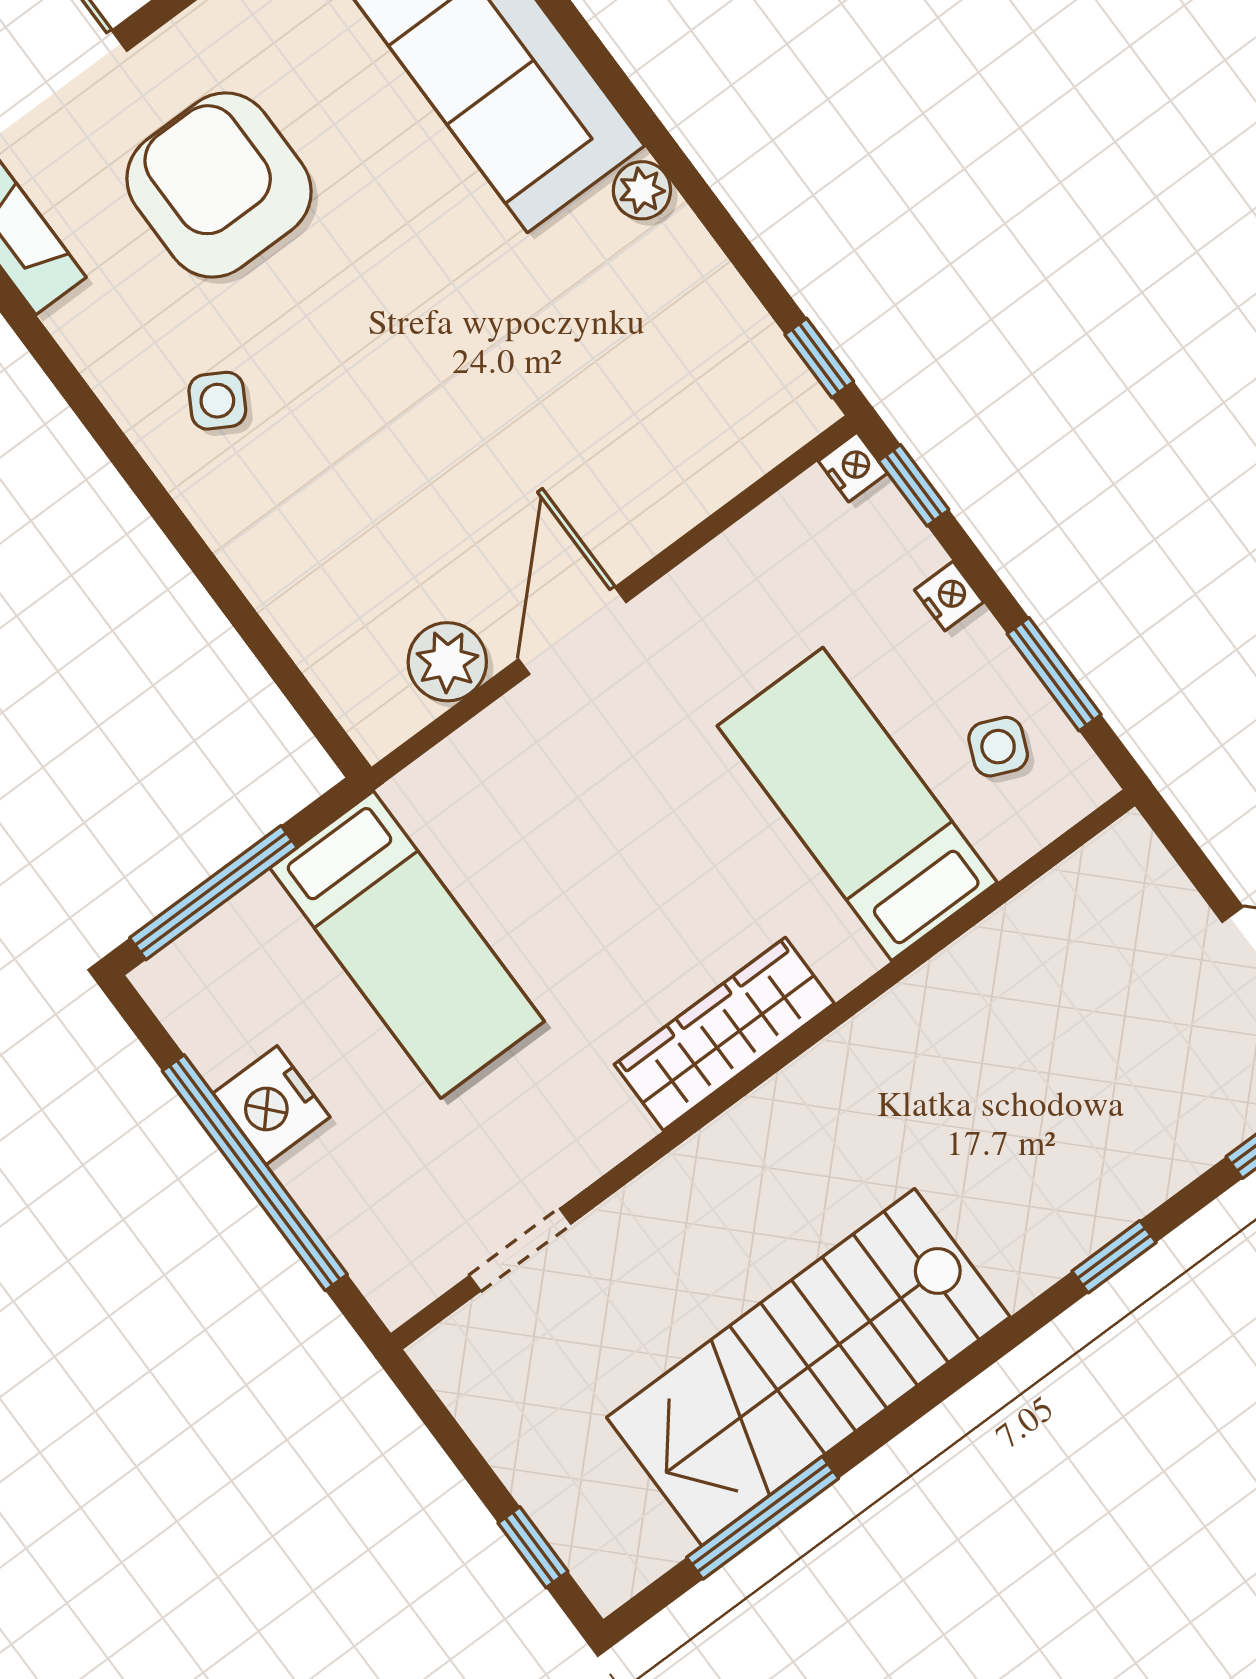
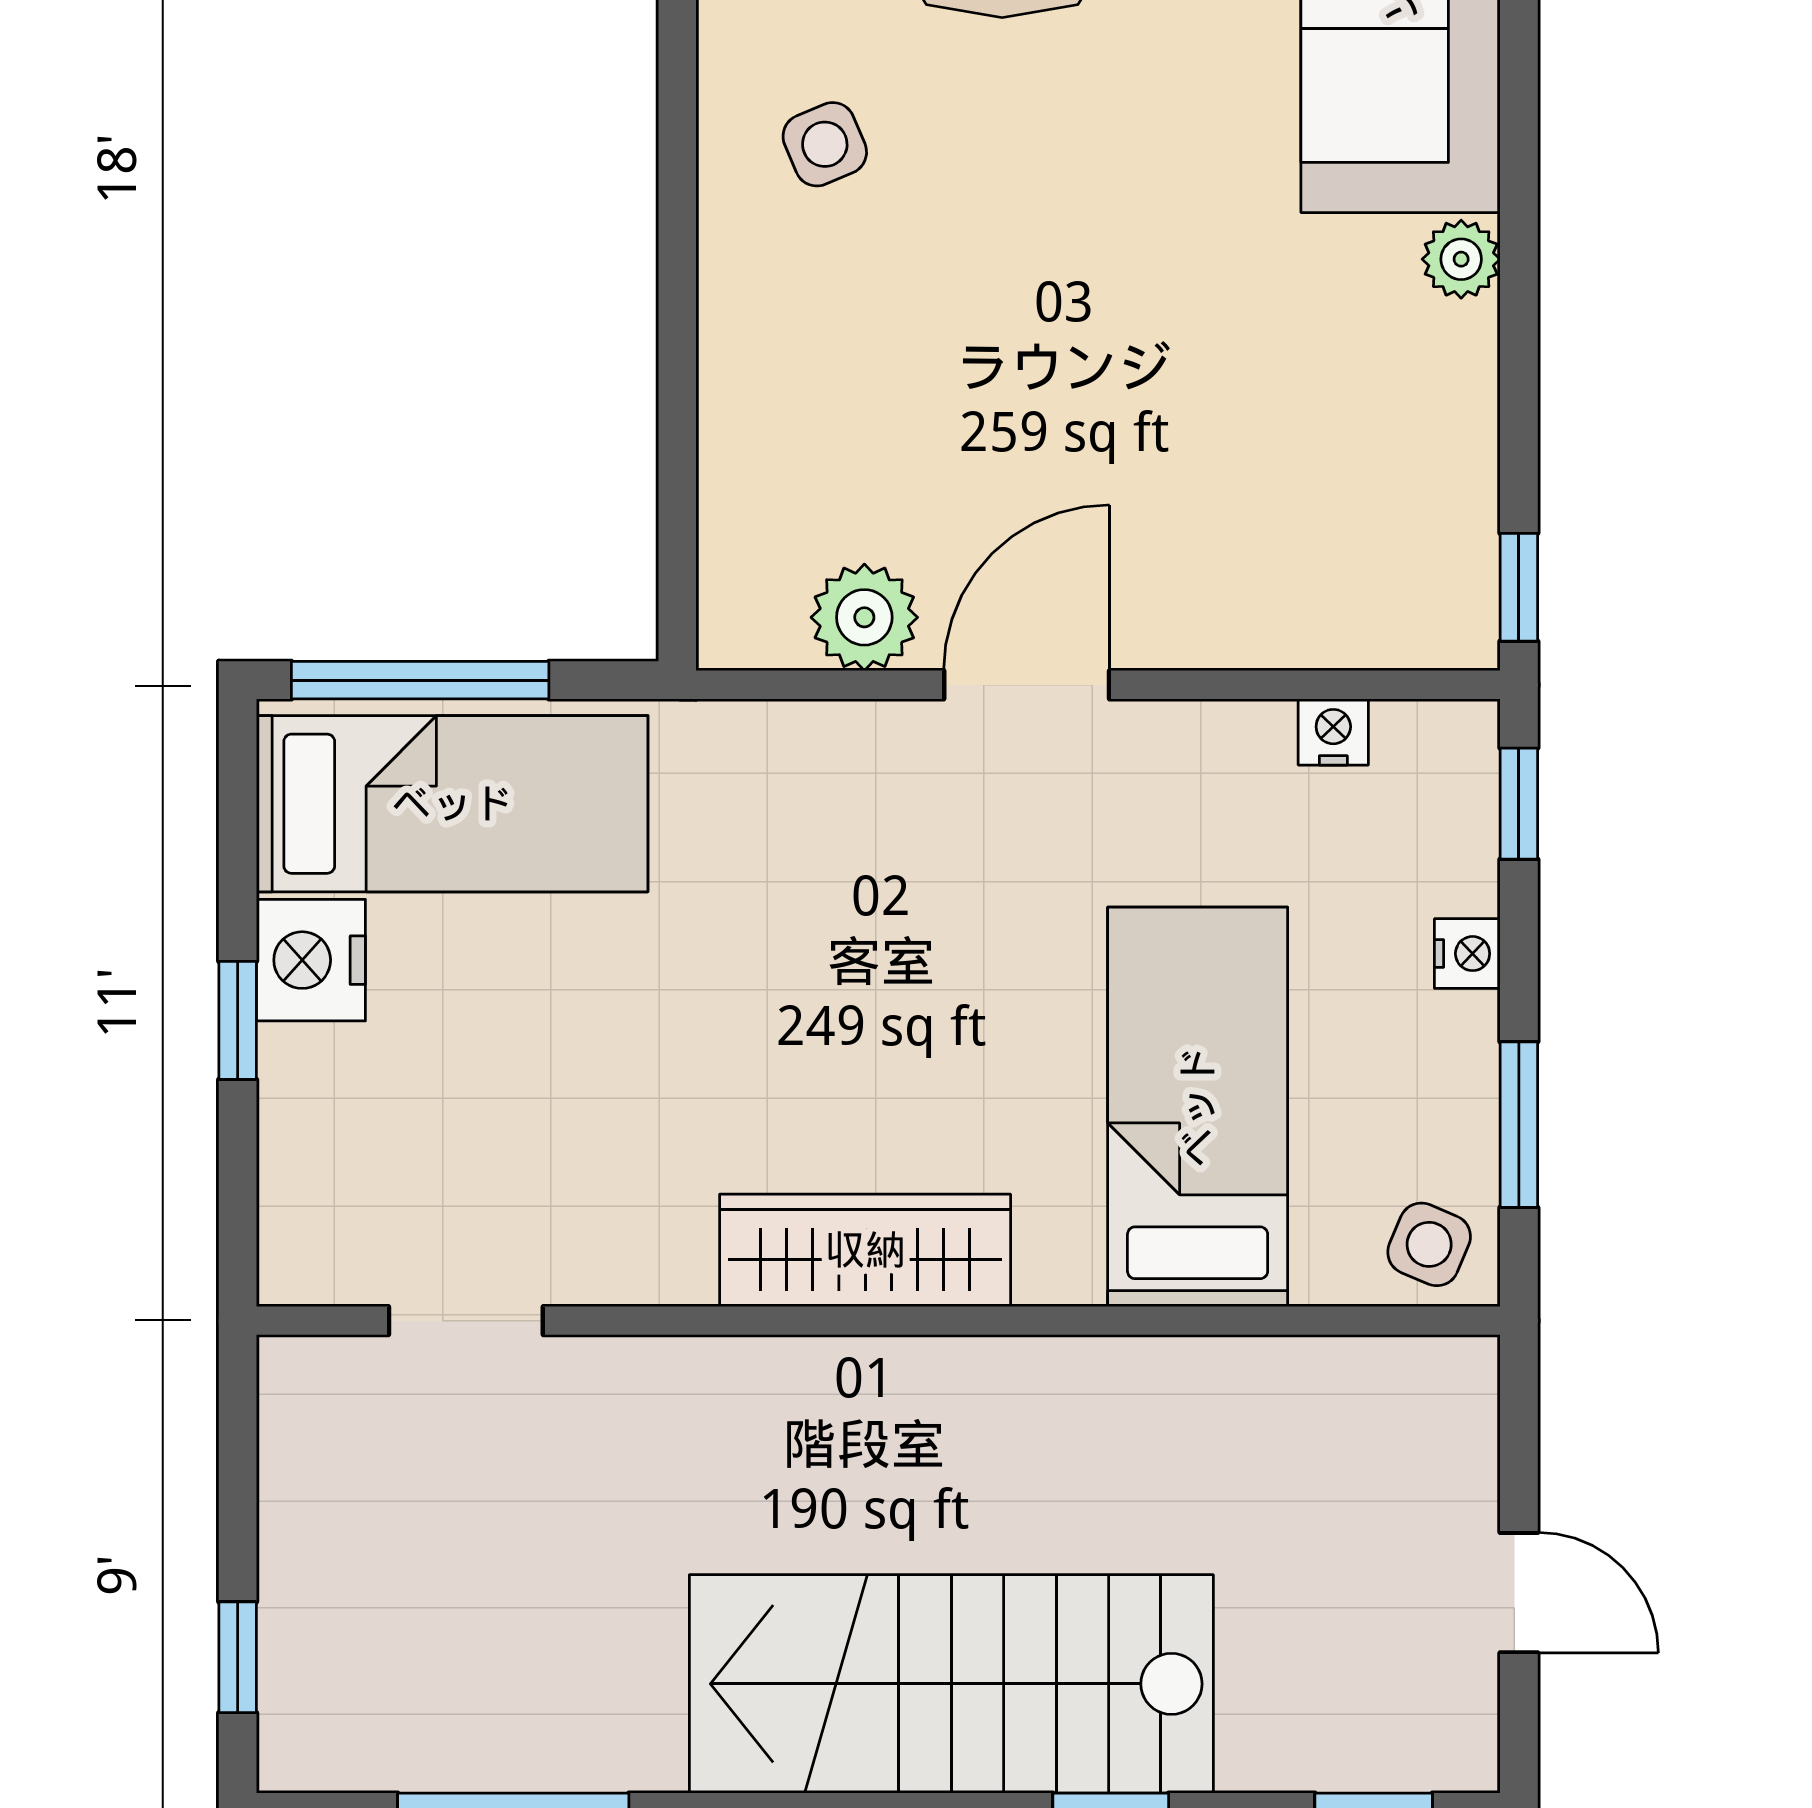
side table: (217, 401) -> (825, 144), turned 37
nightstand: (853, 467) -> (1333, 732), moved, turned -90
side table: (998, 747) -> (1429, 1244), moved
bed: (407, 945) -> (452, 804), moved, turned -90
window: (255, 1173) -> (238, 1020), width x0.32
stairs: (808, 1367) -> (951, 1684), moved

